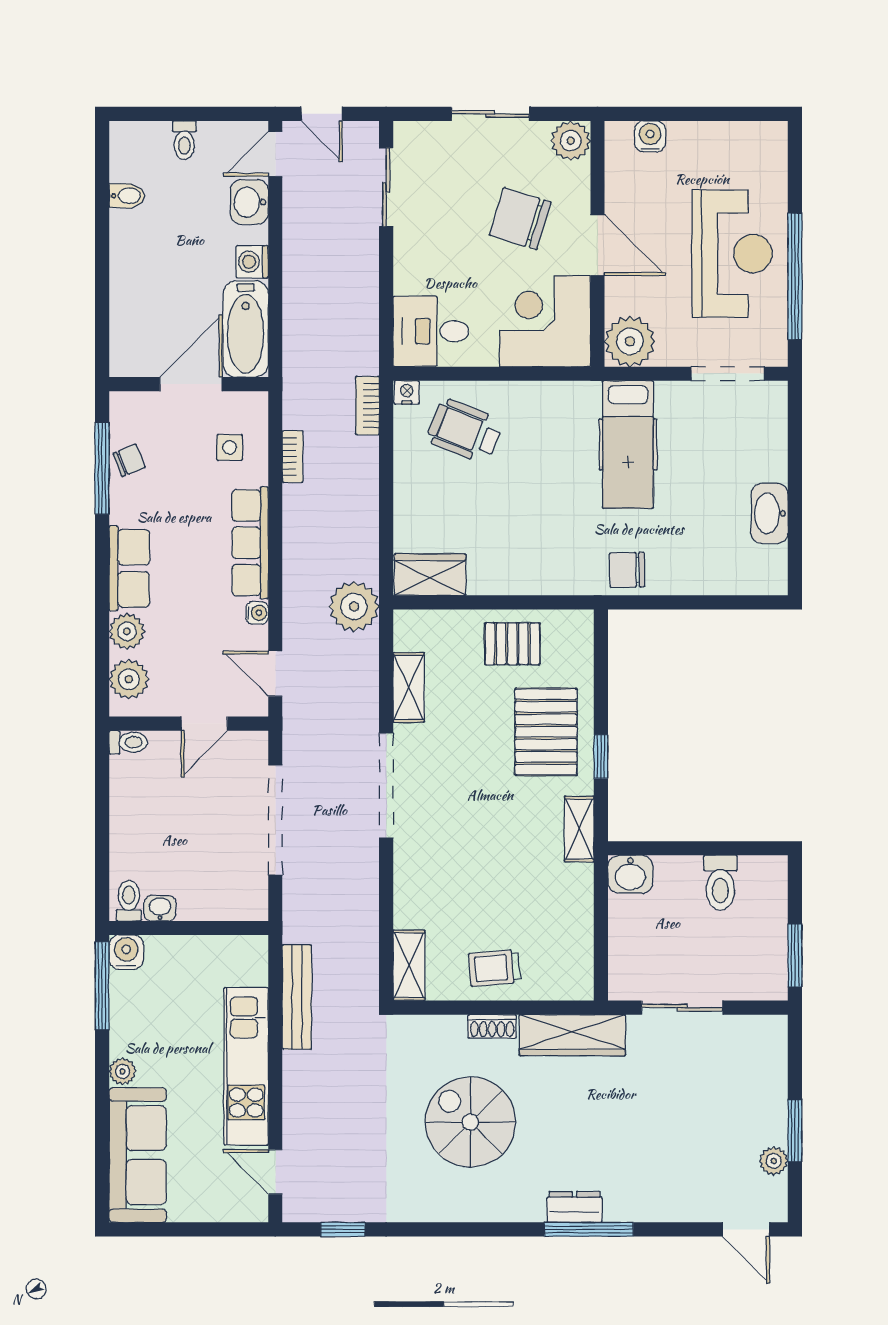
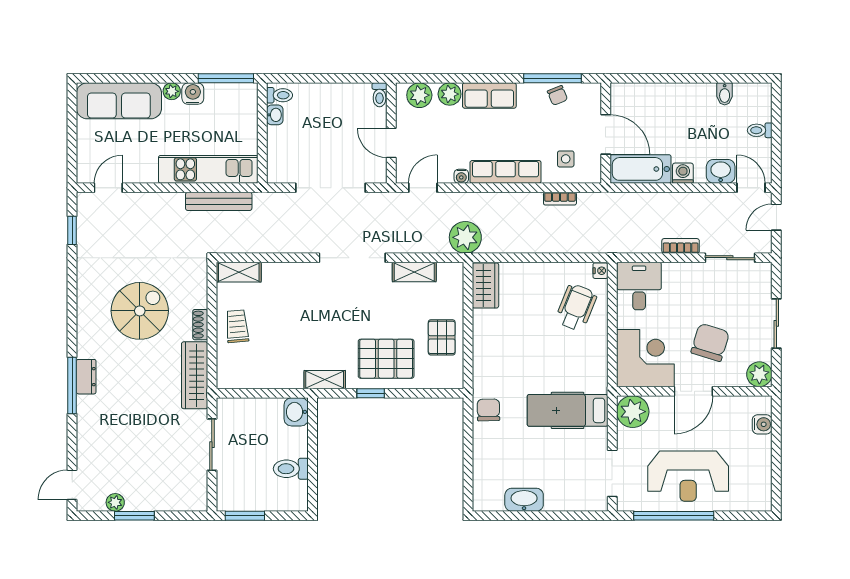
bookcase: (367, 405) -> (681, 246), moved
water cooler: (126, 952) -> (193, 94), moved, turned -90
kitchen unit: (246, 1066) -> (208, 169), moved

